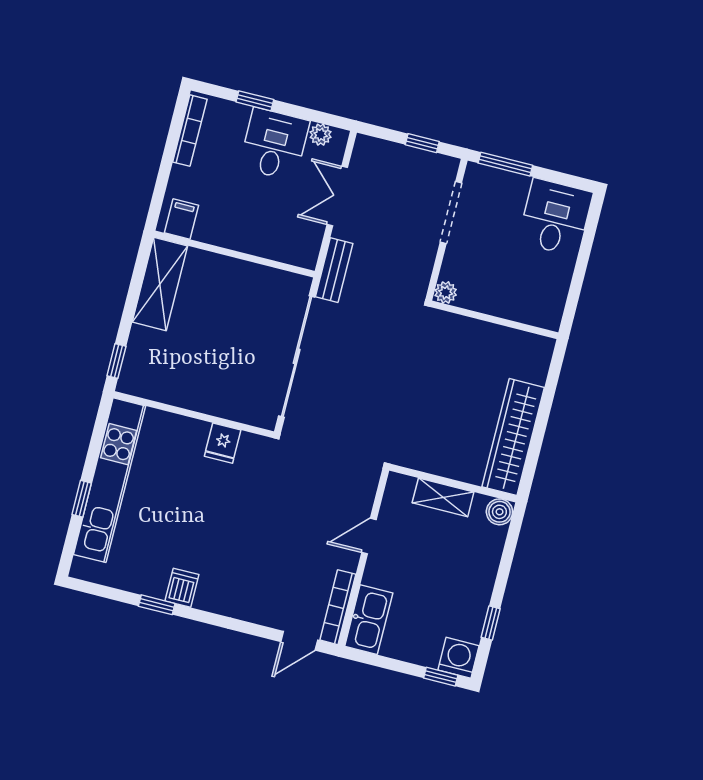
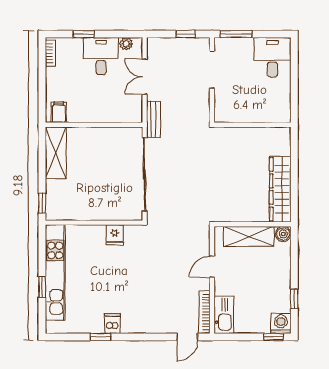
bookcase: (190, 131) -> (51, 53), width x0.64
plant: (446, 292) -> (221, 116), removed
shelving: (443, 497) -> (249, 236), width x1.50, depth x1.33

